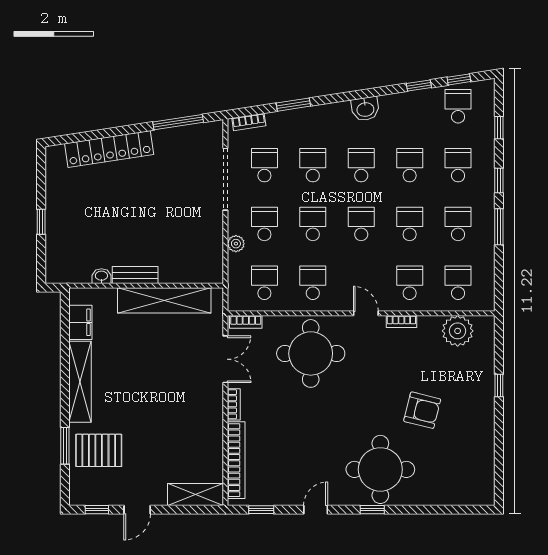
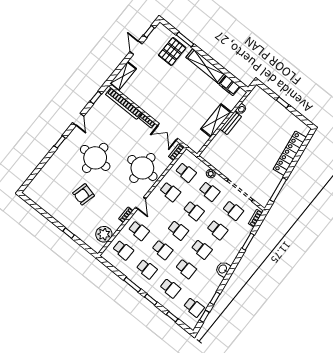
shelving: (164, 300) -> (216, 120), width x0.68
door: (366, 313) -> (141, 203), hinge flipped
round table: (380, 469) -> (95, 158), moved

